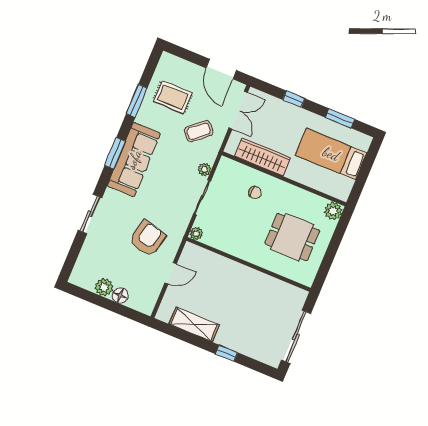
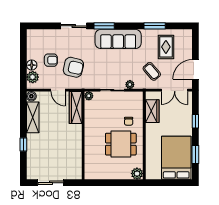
window: (115, 153) -> (104, 26), moved
bed: (331, 154) -> (176, 158), width x1.50
wardrobe: (263, 157) -> (152, 111), width x0.67
dining table: (292, 237) -> (121, 144), moved, turned 90
wardrobe: (205, 259) -> (76, 108), added
armchair: (124, 266) -> (51, 60), added
plant: (104, 287) -> (33, 77), moved
boiler: (164, 314) -> (31, 96), added
sliding door: (296, 337) -> (51, 183), width x0.73

